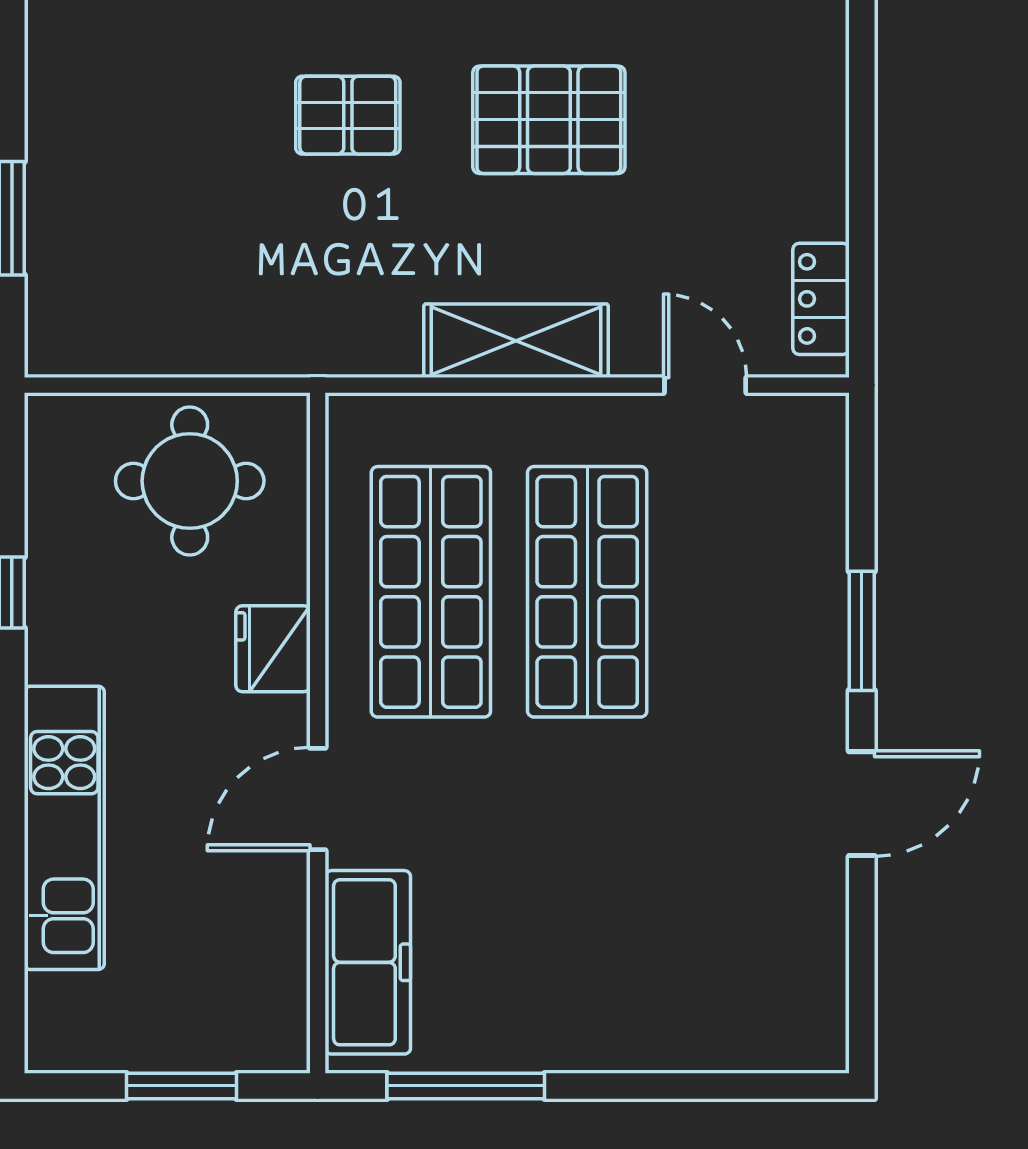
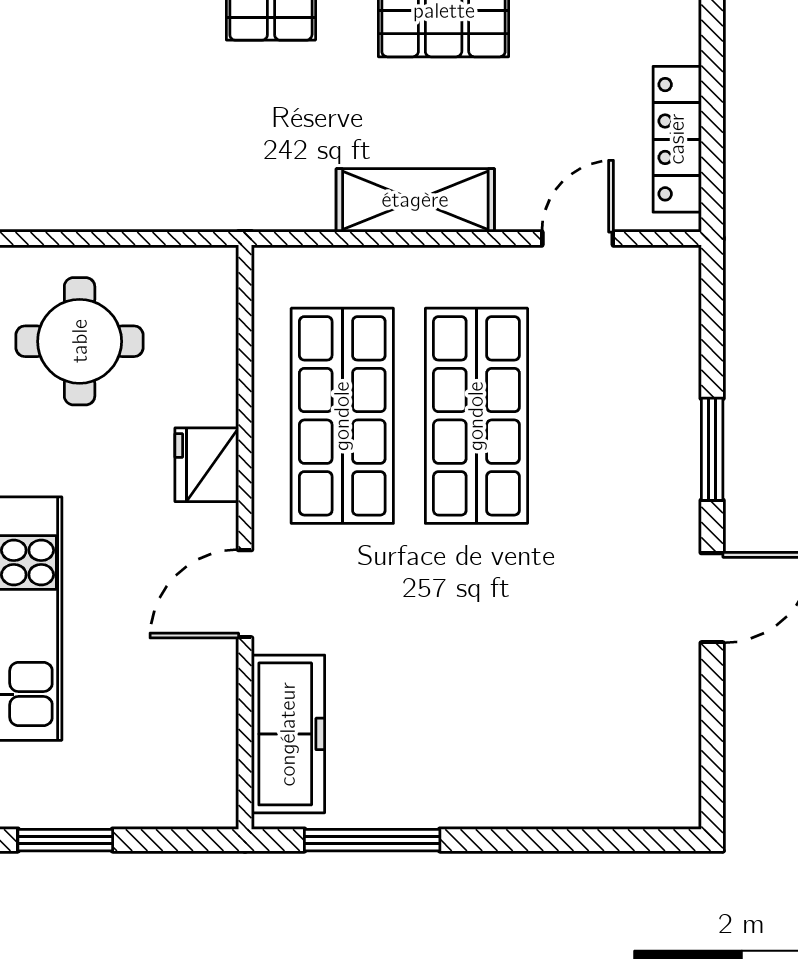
locker: (821, 299) -> (677, 139), width x1.53
door: (705, 385) -> (578, 238), hinge flipped
round table: (190, 481) -> (80, 341), moved
window: (181, 1086) -> (65, 840), moved

